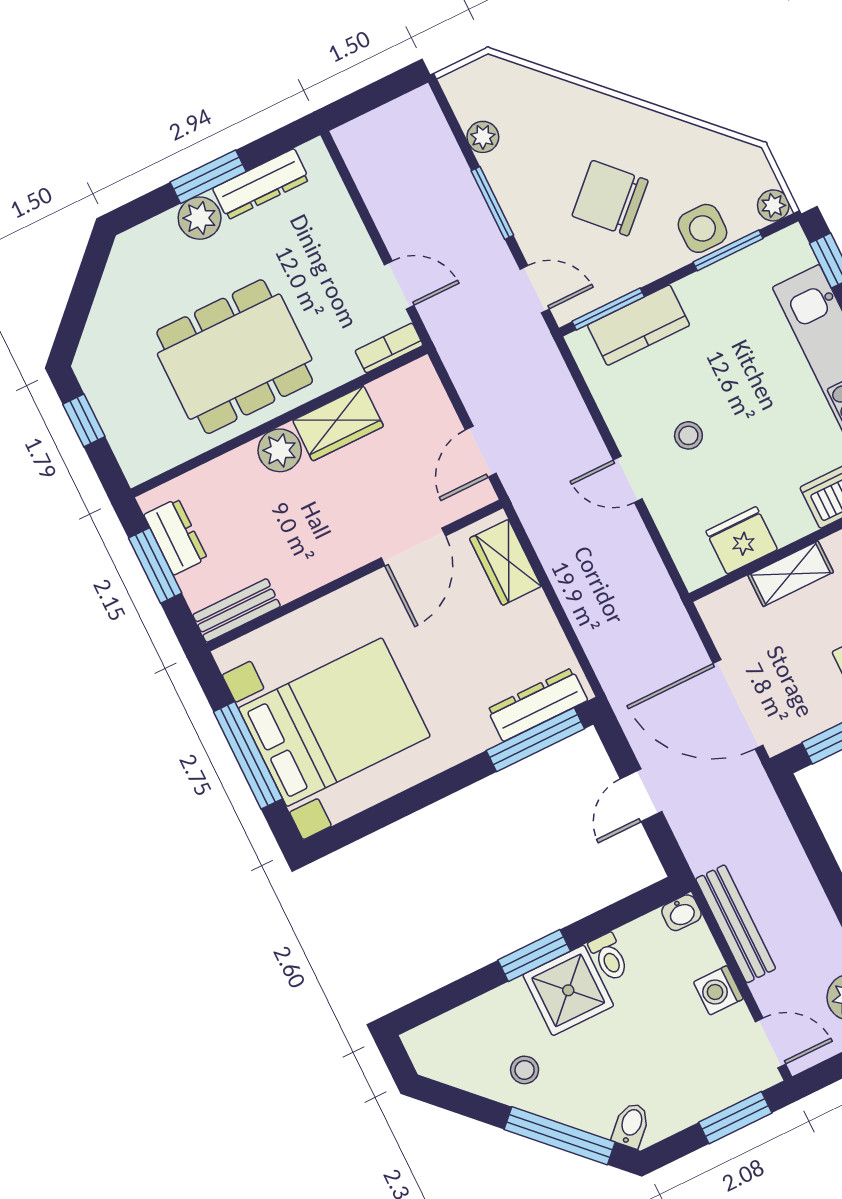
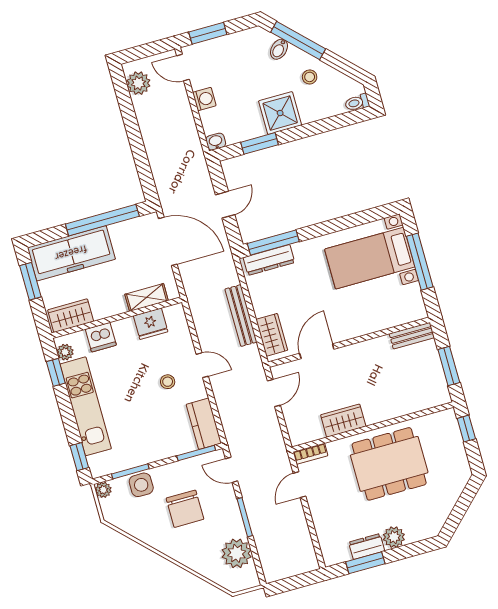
plant: (483, 137) -> (237, 553), width x1.87, depth x1.87
window: (208, 177) -> (365, 563), moved
dresser: (261, 184) -> (367, 546), width x0.70
chair: (610, 198) -> (185, 509), turned 44
door: (399, 285) -> (299, 485), hinge flipped
kitchen counter: (639, 325) -> (204, 424), moved, turned -90
window: (84, 420) -> (466, 429), moved
plant: (280, 450) -> (375, 412), removed
dresser: (176, 537) -> (436, 379), removed
shelving: (791, 574) -> (147, 297), moved
bed with nightstands: (334, 722) -> (370, 258), width x0.73
bench: (736, 924) -> (241, 315), moved
window: (534, 956) -> (260, 143), moved
toilet: (609, 957) -> (357, 103), moved, turned -90
bidet: (631, 1125) -> (279, 49), moved

